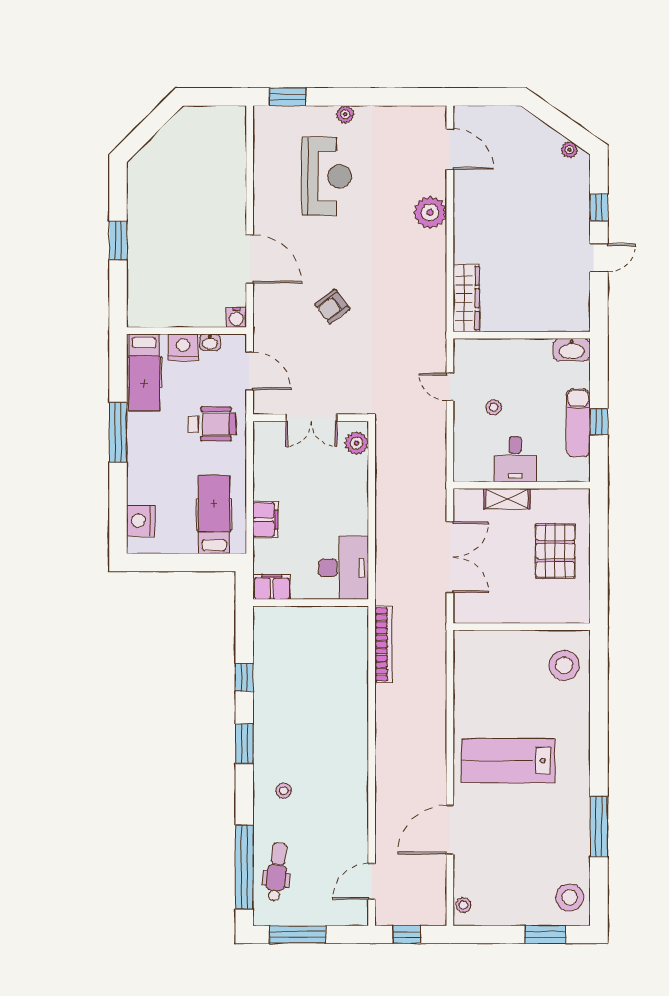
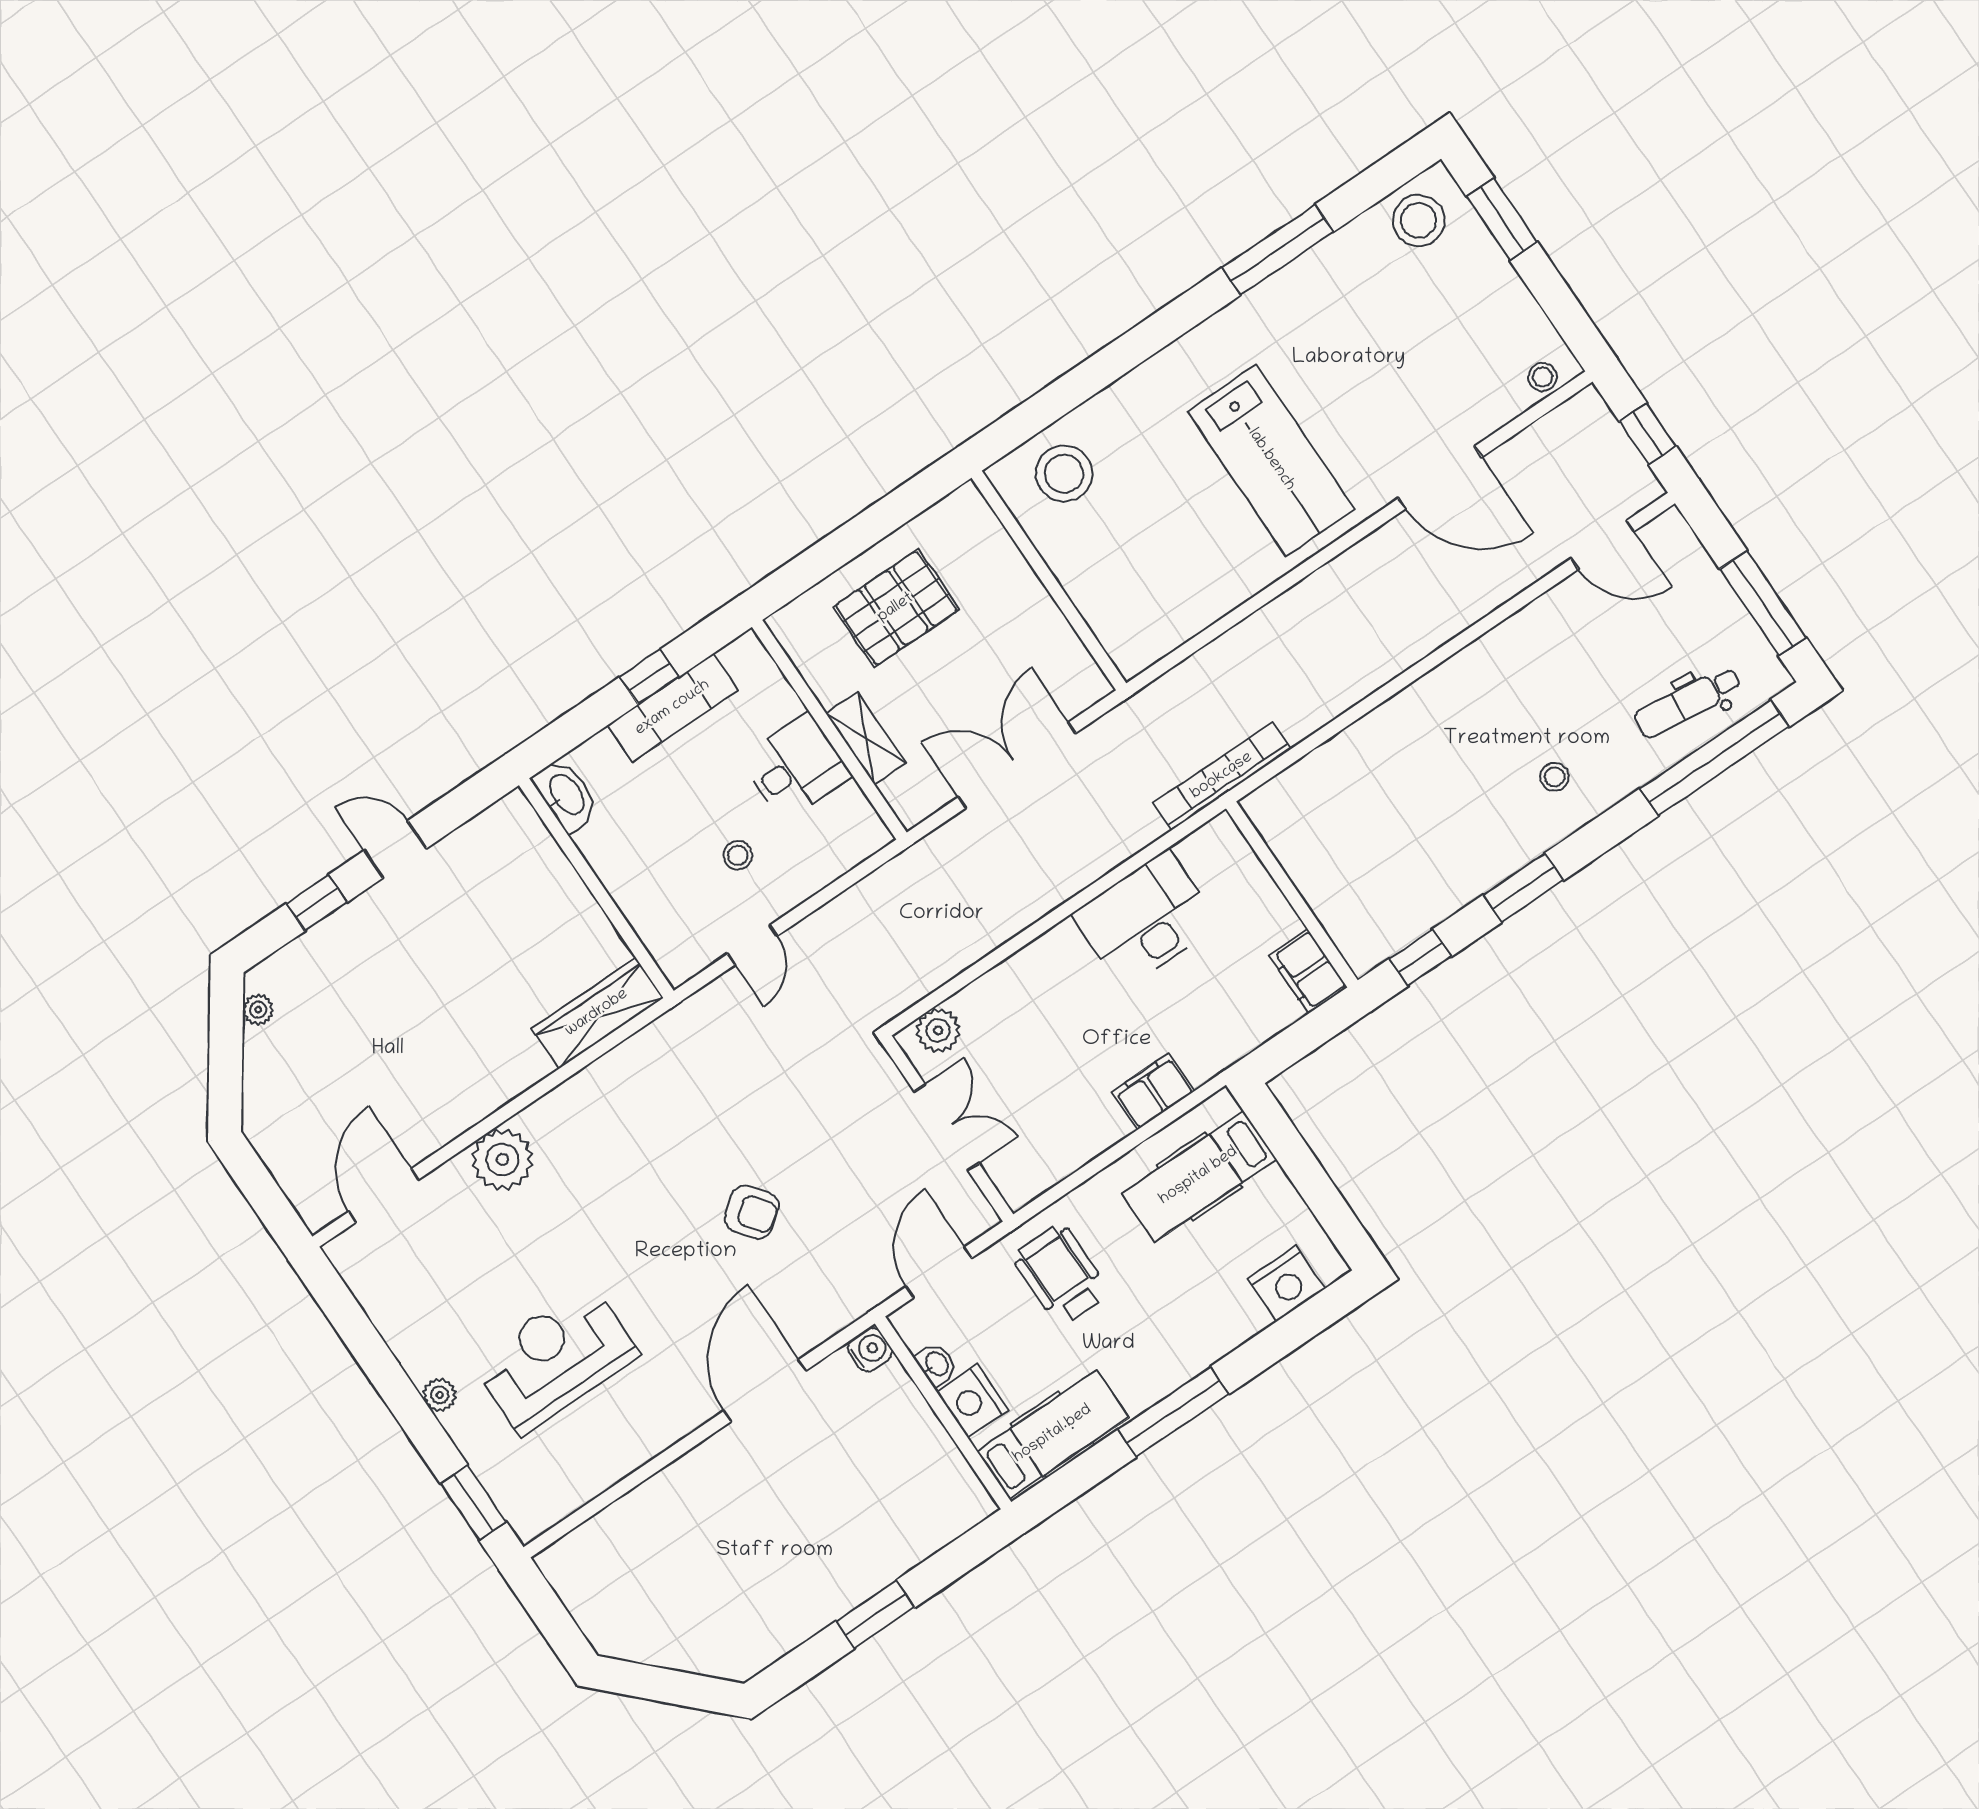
filing cabinet: (272, 587) -> (1308, 971), moved
wall: (311, 603) -> (1292, 894), moved

